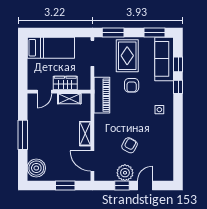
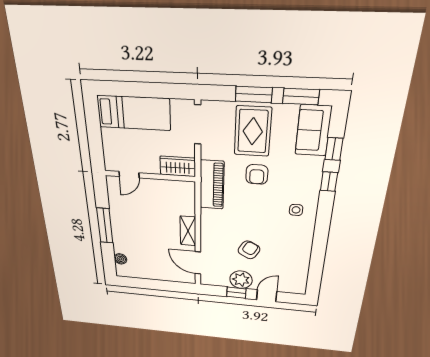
window: (113, 32) -> (254, 94), moved
sofa: (164, 59) -> (313, 130), width x0.73
wardrobe: (65, 83) -> (178, 166), moved
shelving: (69, 99) -> (165, 186), removed
boiler: (36, 168) -> (120, 259), width x0.54, depth x0.54
window: (65, 186) -> (164, 285), removed

